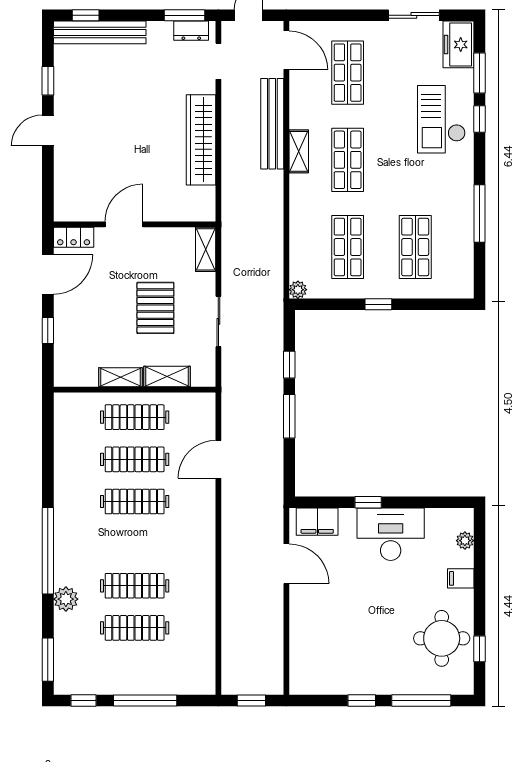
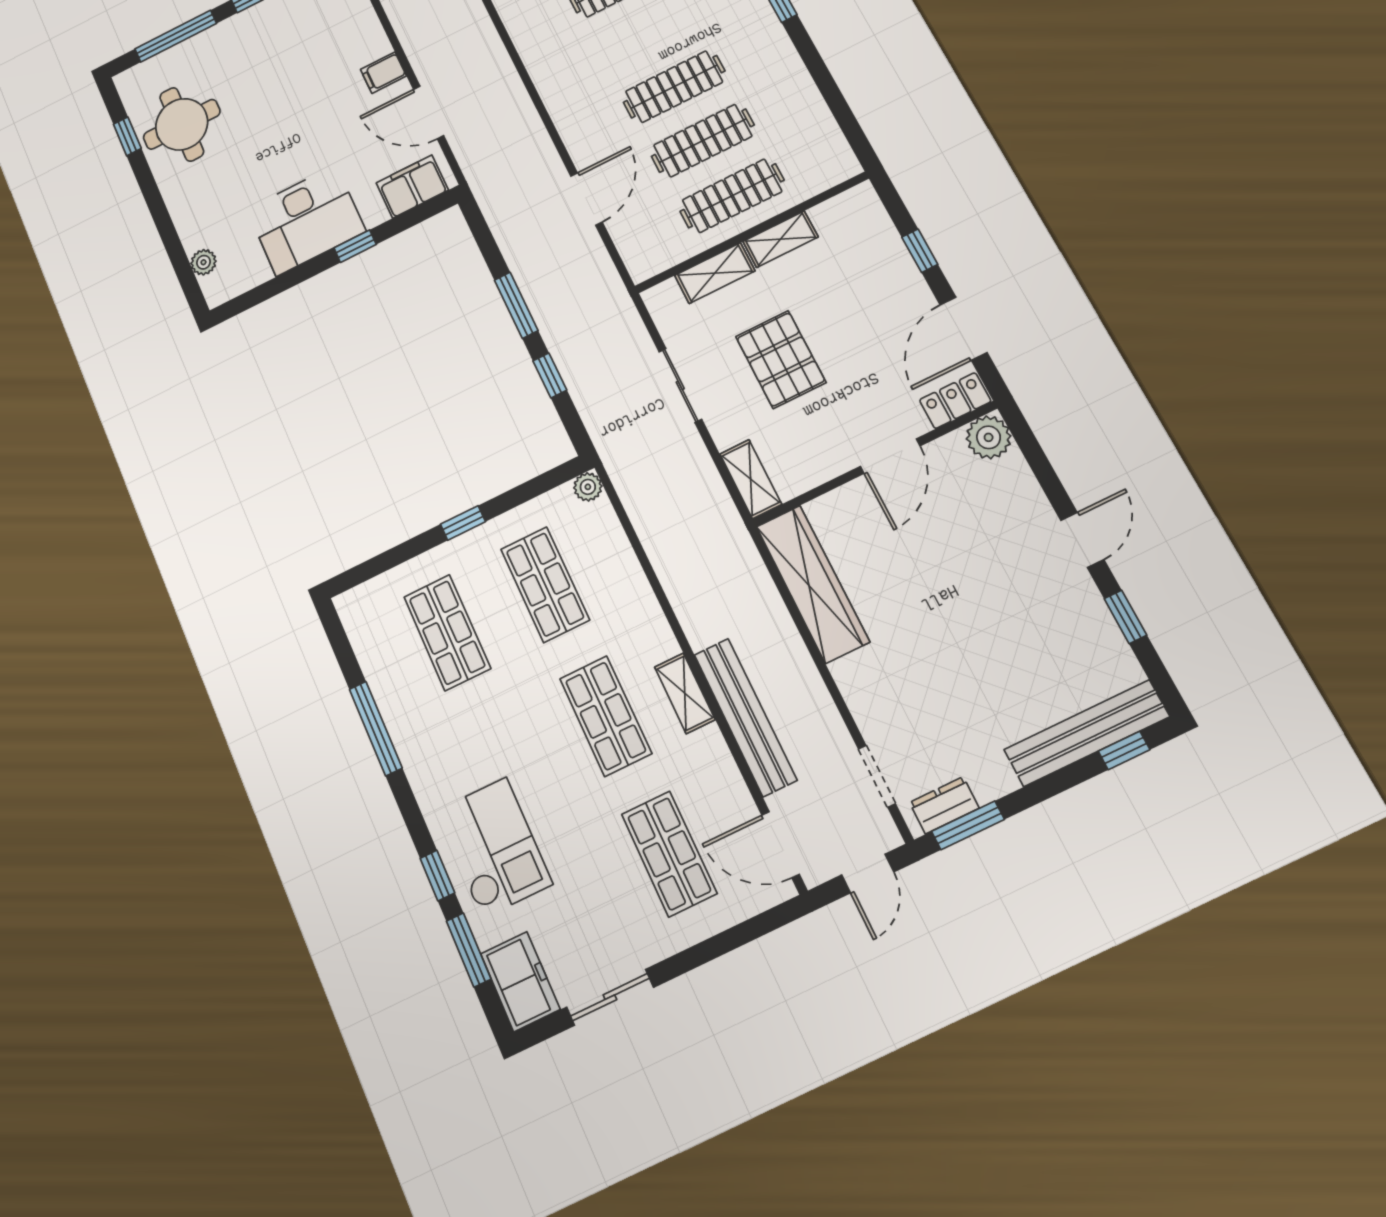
wardrobe: (201, 140) -> (812, 584), moved
plant: (67, 208) -> (989, 437), added
filing cabinet: (461, 578) -> (383, 73), moved, turned 180

